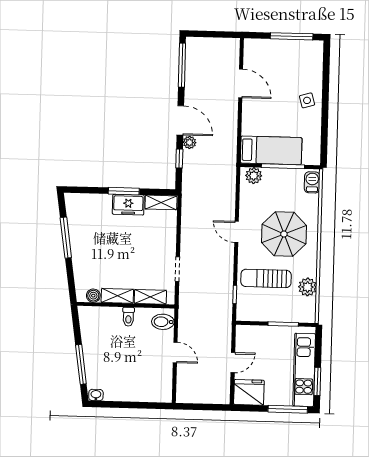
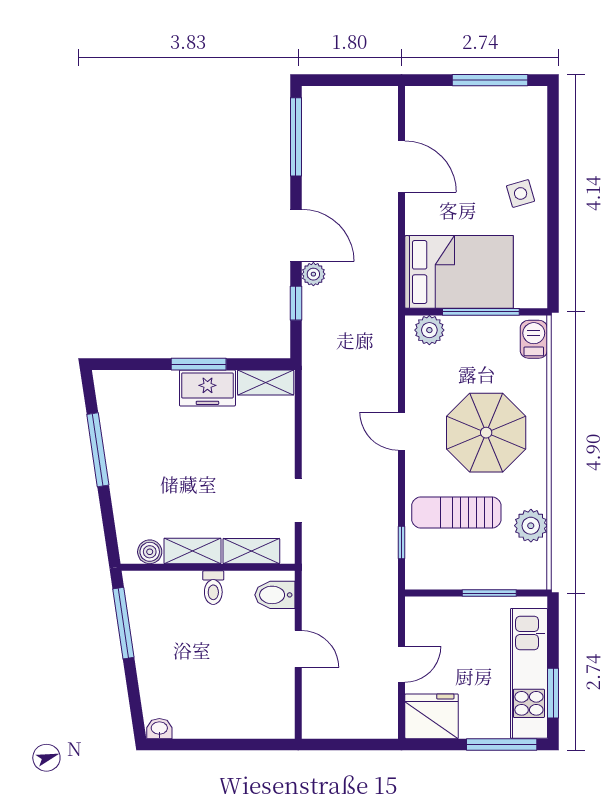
bed: (271, 150) -> (459, 272), width x1.50
window: (81, 364) -> (123, 623), moved

